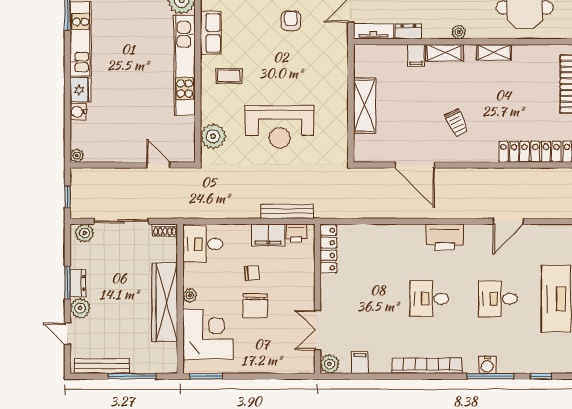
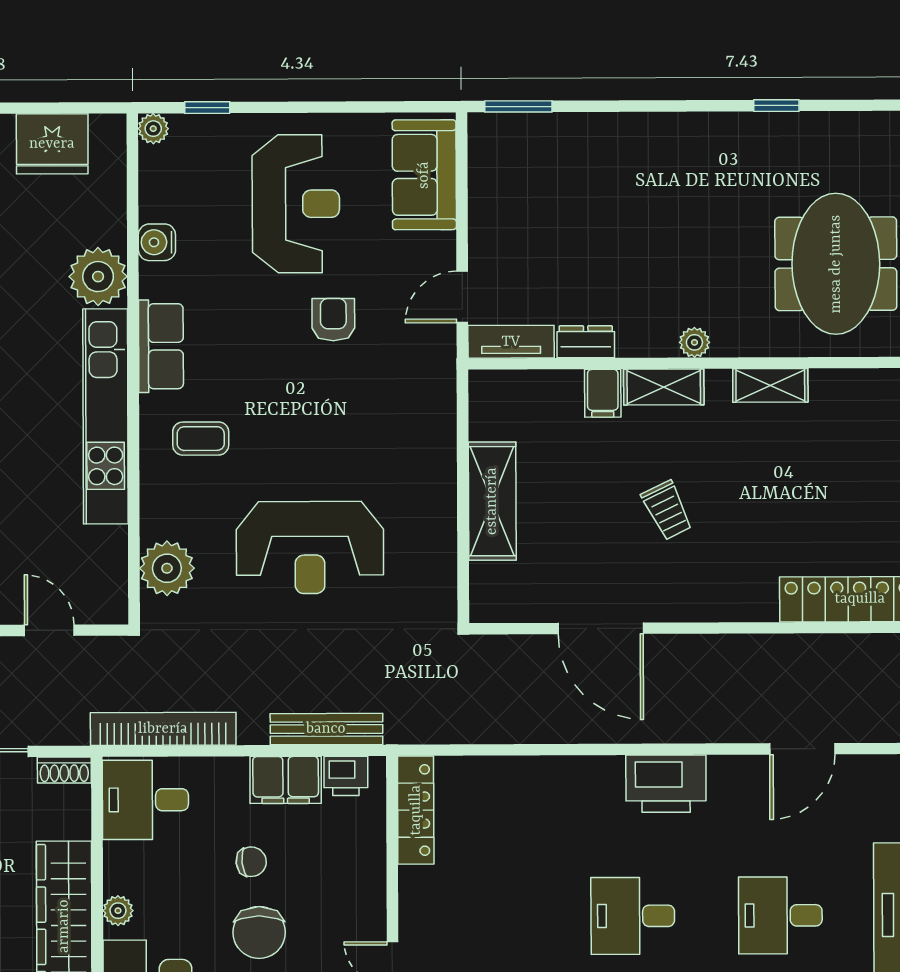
trolley: (457, 123) -> (667, 510), moved
bookcase: (211, 211) -> (163, 729), added

